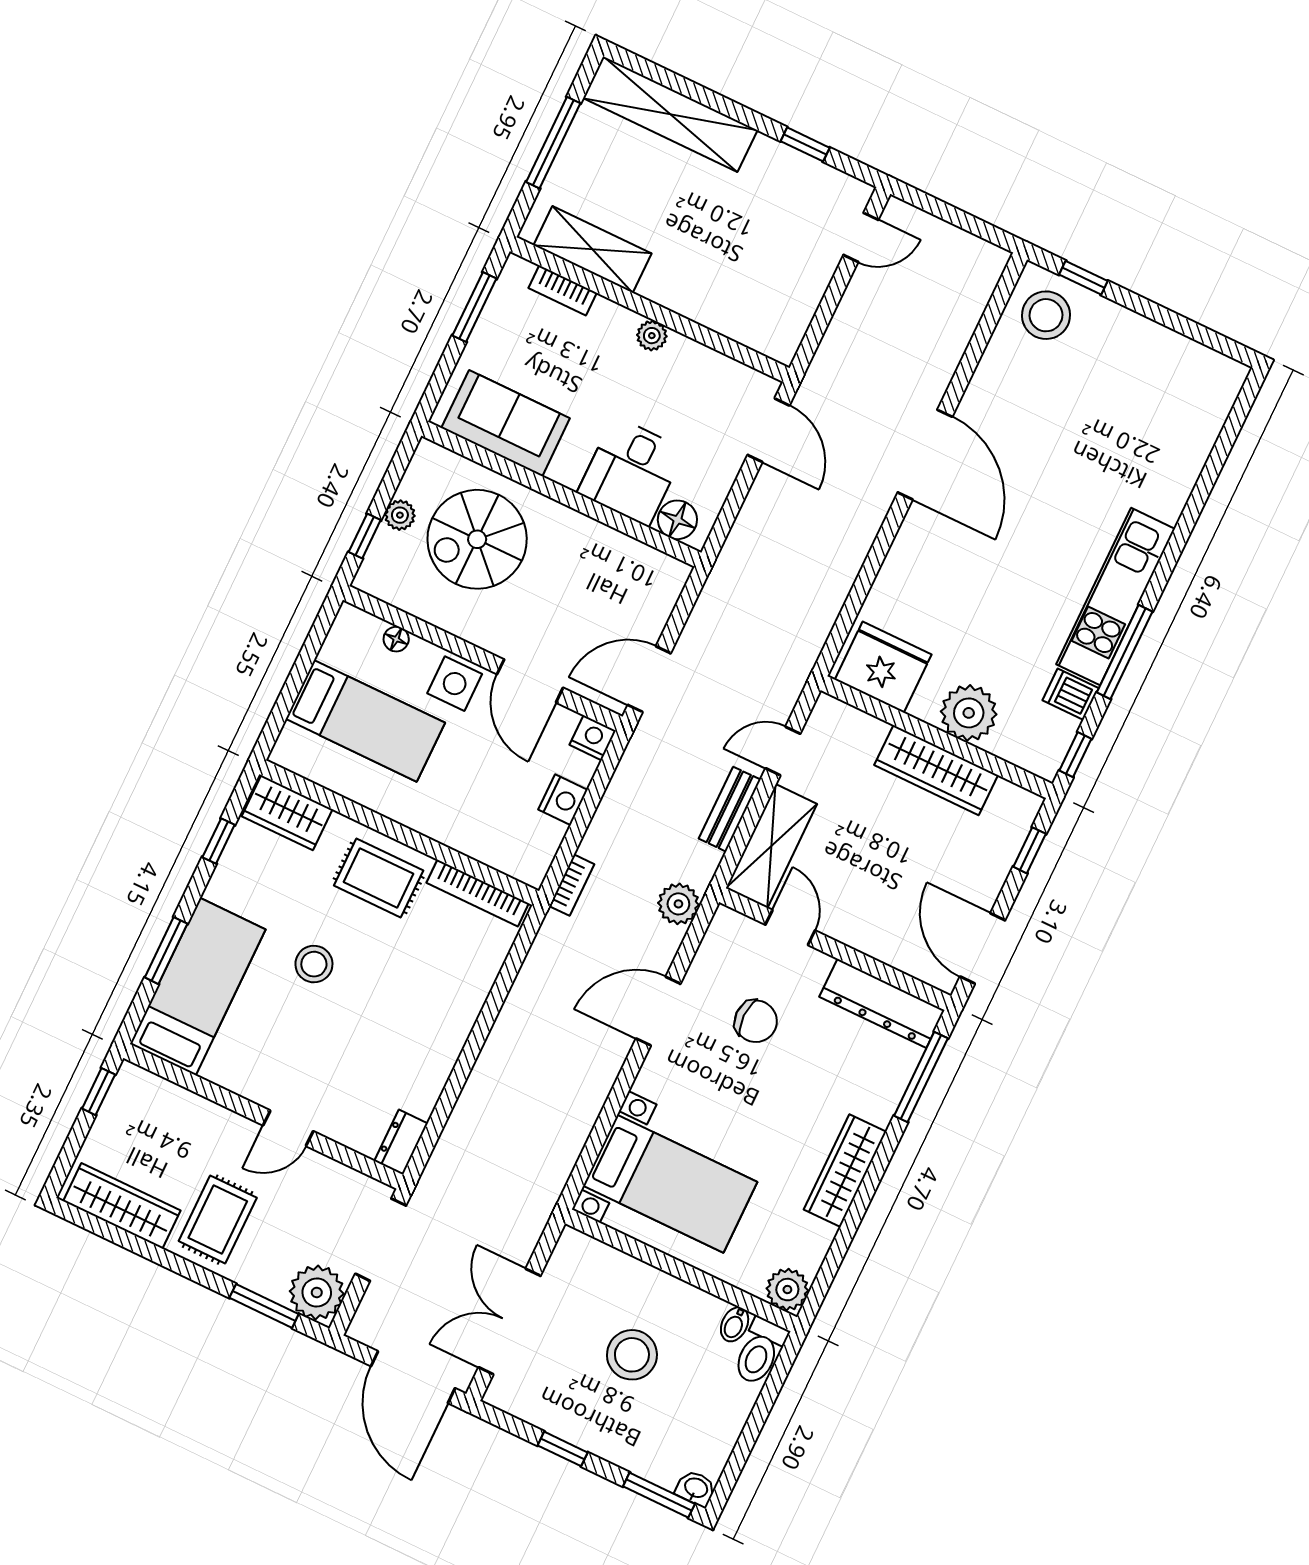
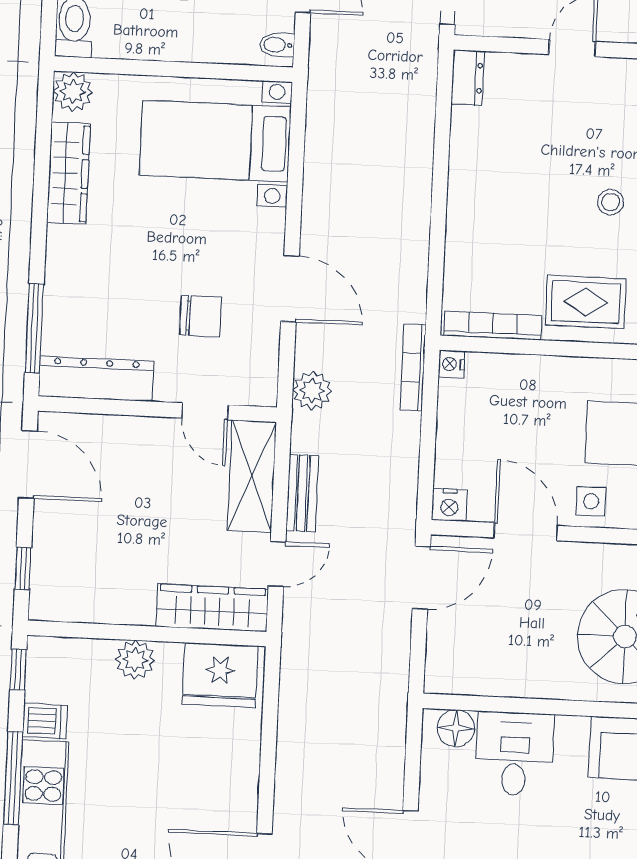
side table: (455, 684) -> (591, 501), width x0.73, depth x0.73
plant: (969, 713) -> (135, 660), width x0.73, depth x0.73
wardrobe: (936, 770) -> (212, 608), moved
nightstand: (563, 800) -> (452, 364), moved, width x0.72, depth x0.74
bookcase: (572, 885) -> (413, 367), width x1.56
stool: (314, 964) -> (611, 202), width x0.73, depth x0.73
door: (658, 1011) -> (290, 289), hinge flipped
chair: (756, 1021) -> (200, 316), turned 180
wardrobe: (845, 1171) -> (68, 173), moved
bidet: (735, 1324) -> (277, 45), moved, turned -90

